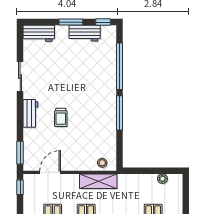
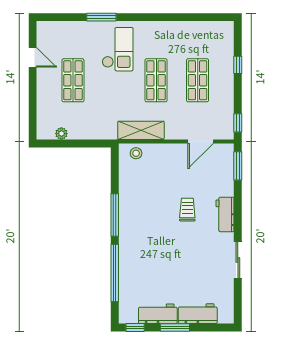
workbench: (39, 33) -> (198, 314), moved

